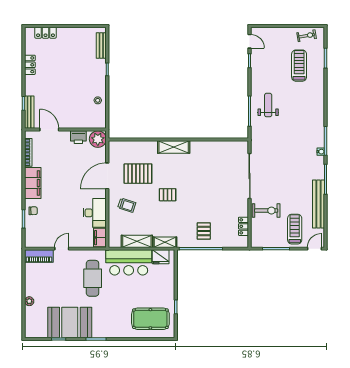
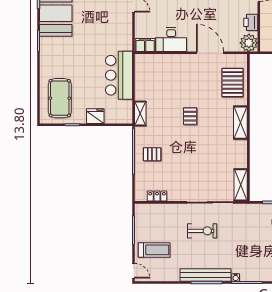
pallet: (138, 174) -> (233, 83), moved
bench: (318, 204) -> (206, 275), moved
trolley: (127, 205) -> (179, 73), removed
exercise bike: (266, 211) -> (202, 231), moved, turned -90
shelving: (137, 241) -> (241, 185), moved
fridge: (161, 257) -> (95, 116), moved, turned 90
cafe table: (93, 278) -> (102, 37), removed

